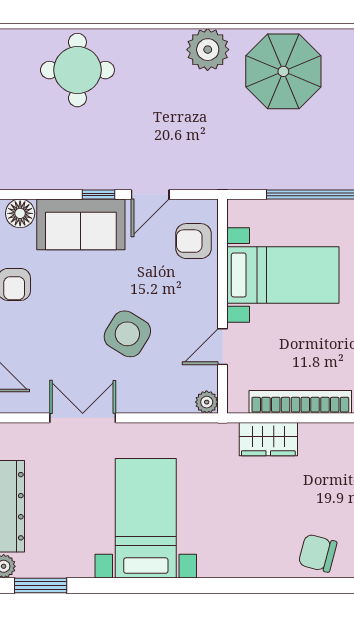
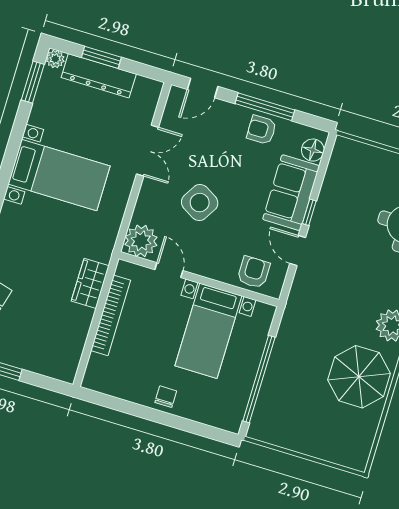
plant: (207, 402) -> (141, 241), width x1.88, depth x1.88

